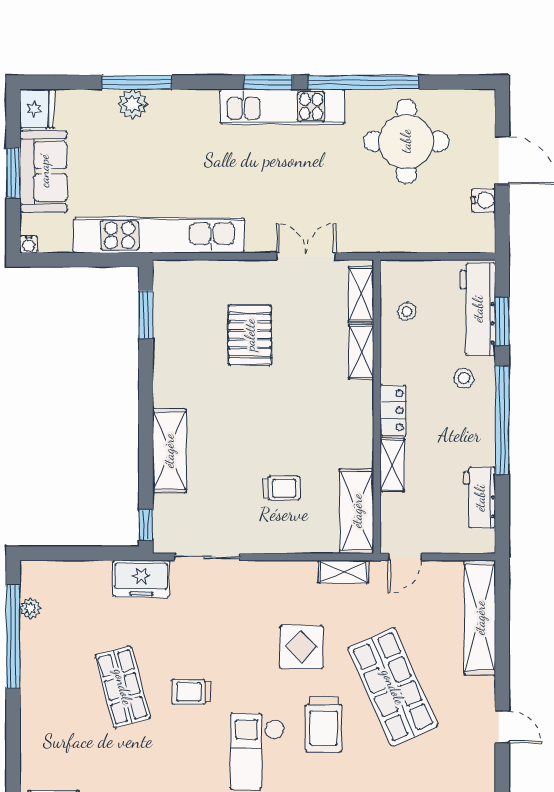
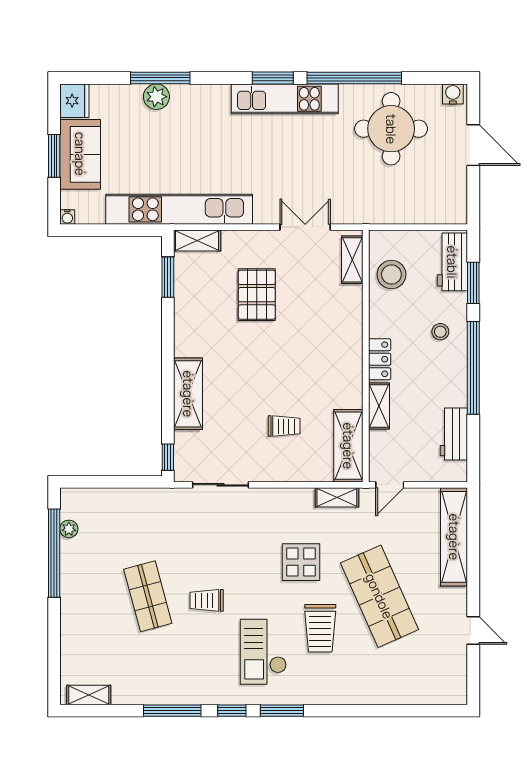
water cooler: (483, 200) -> (453, 94), moved, turned -90
workbench: (478, 309) -> (452, 262), width x0.73
stool: (407, 311) -> (391, 274), width x1.89, depth x1.89
shelving: (361, 352) -> (197, 241), moved, turned 90
freezer: (141, 579) -> (164, 503), removed

